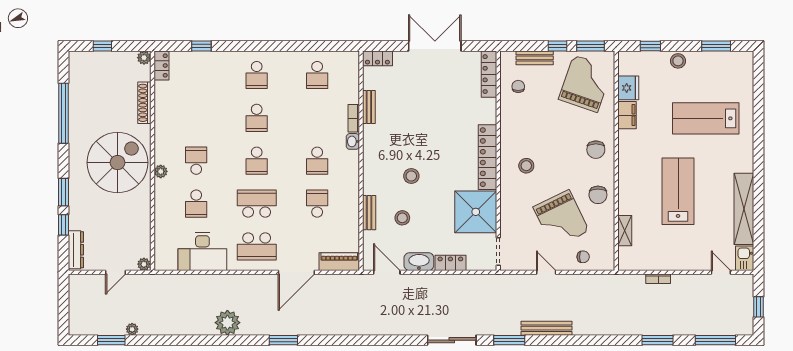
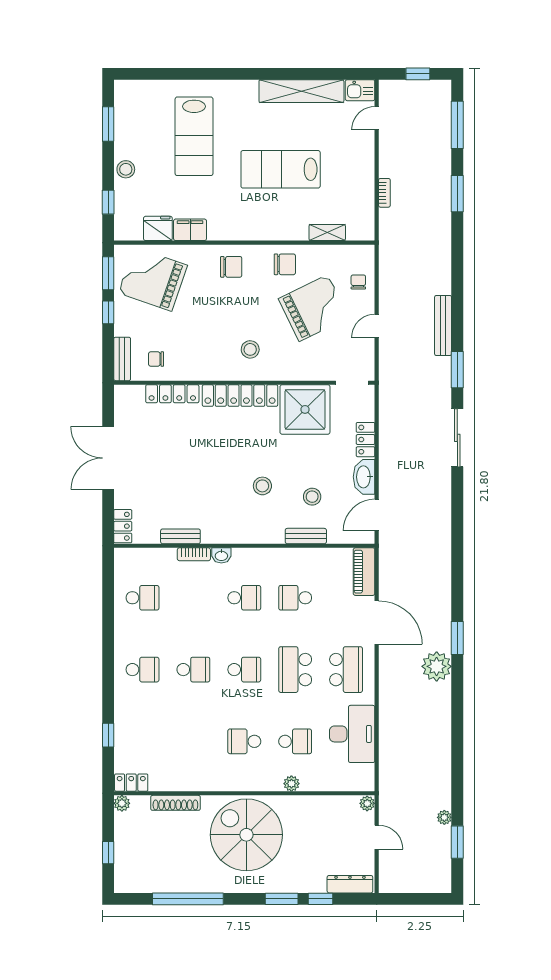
bench: (535, 58) -> (122, 359), moved
locker: (489, 74) -> (172, 394), moved
plant: (161, 171) -> (291, 784), moved
plant: (227, 323) -> (437, 666), moved

